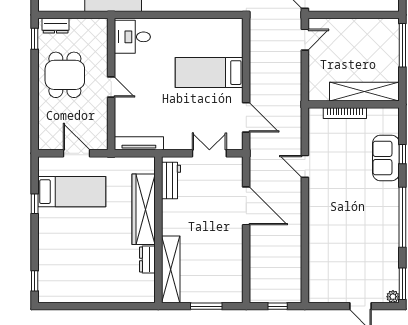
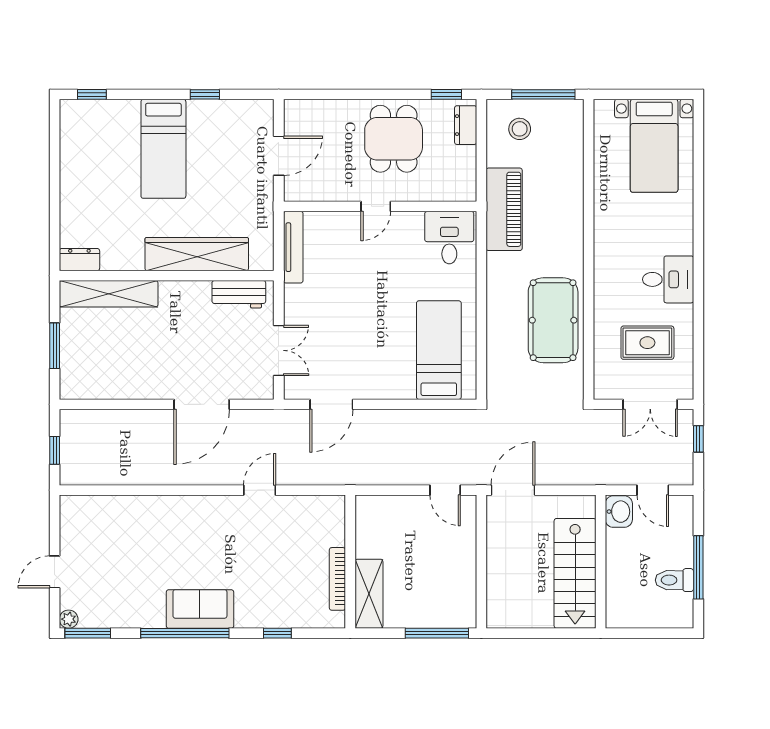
bed: (209, 73) -> (439, 350), moved
dining table: (65, 75) -> (394, 139), turned 90
shelving: (364, 92) -> (369, 594), width x0.68
bookcase: (345, 113) -> (337, 579), moved
sofa: (386, 158) -> (200, 609), moved
bed: (72, 192) -> (163, 149), moved
dresser: (147, 259) -> (79, 260), moved

